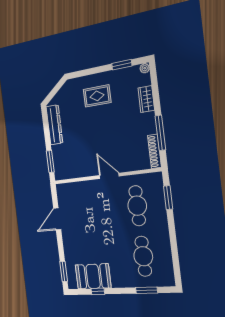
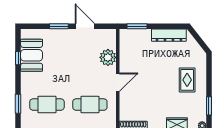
plant: (85, 190) -> (108, 57), added
window: (64, 271) -> (59, 26), moved

